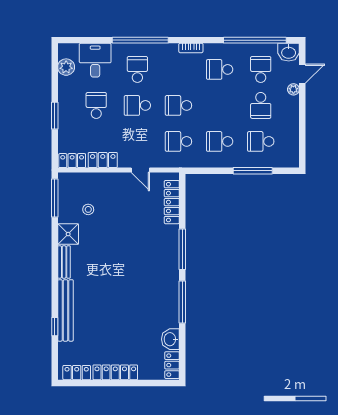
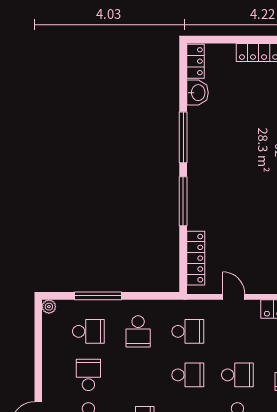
plant: (293, 89) -> (49, 307), moved
school desk: (220, 141) -> (138, 331), turned 90

